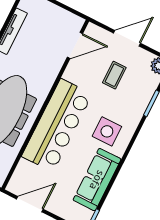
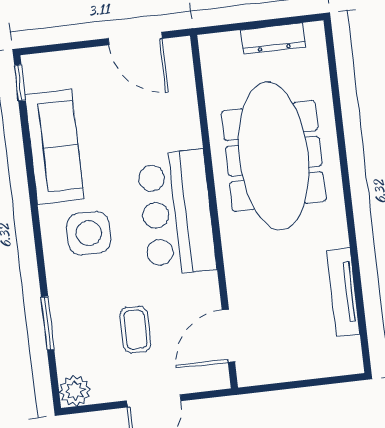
bar counter: (57, 125) -> (177, 213), width x0.73
door: (30, 204) -> (135, 38), hinge flipped

